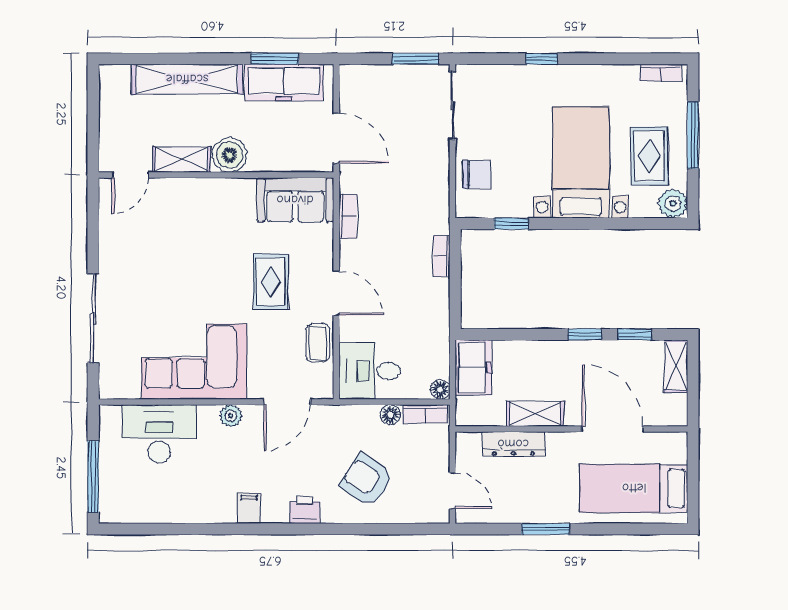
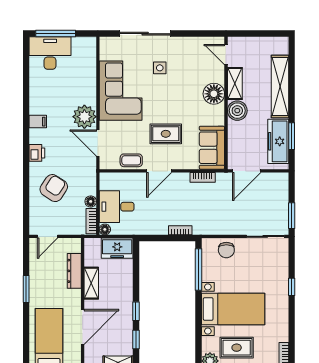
floor lamp: (200, 196) -> (214, 94), added
window: (511, 224) -> (199, 270), width x2.17
side table: (154, 292) -> (160, 68), added
desk: (370, 371) -> (117, 207), moved, turned -90
plant: (231, 416) -> (84, 117), width x1.87, depth x1.87
desk: (159, 434) -> (50, 53), moved, turned -90

